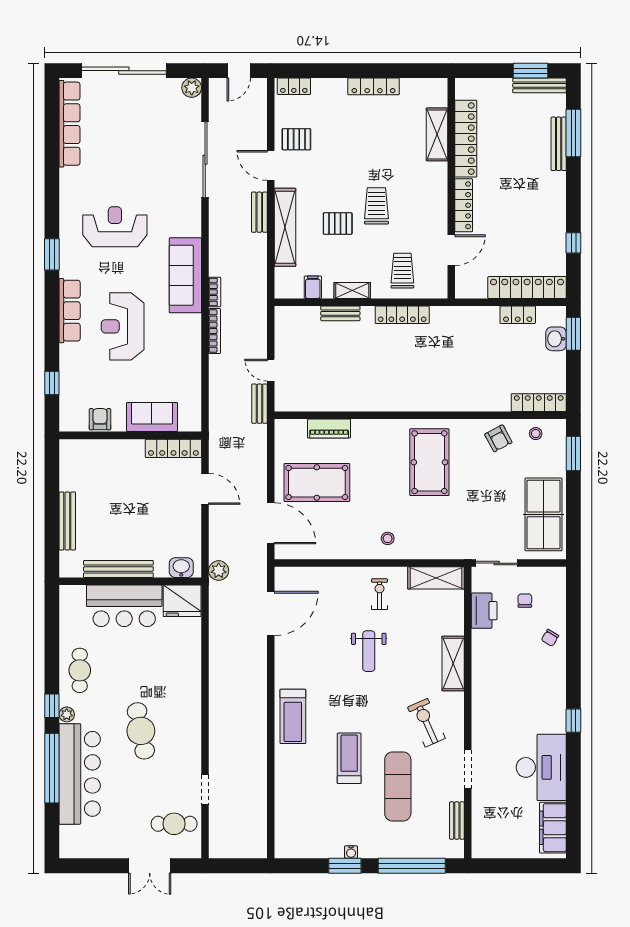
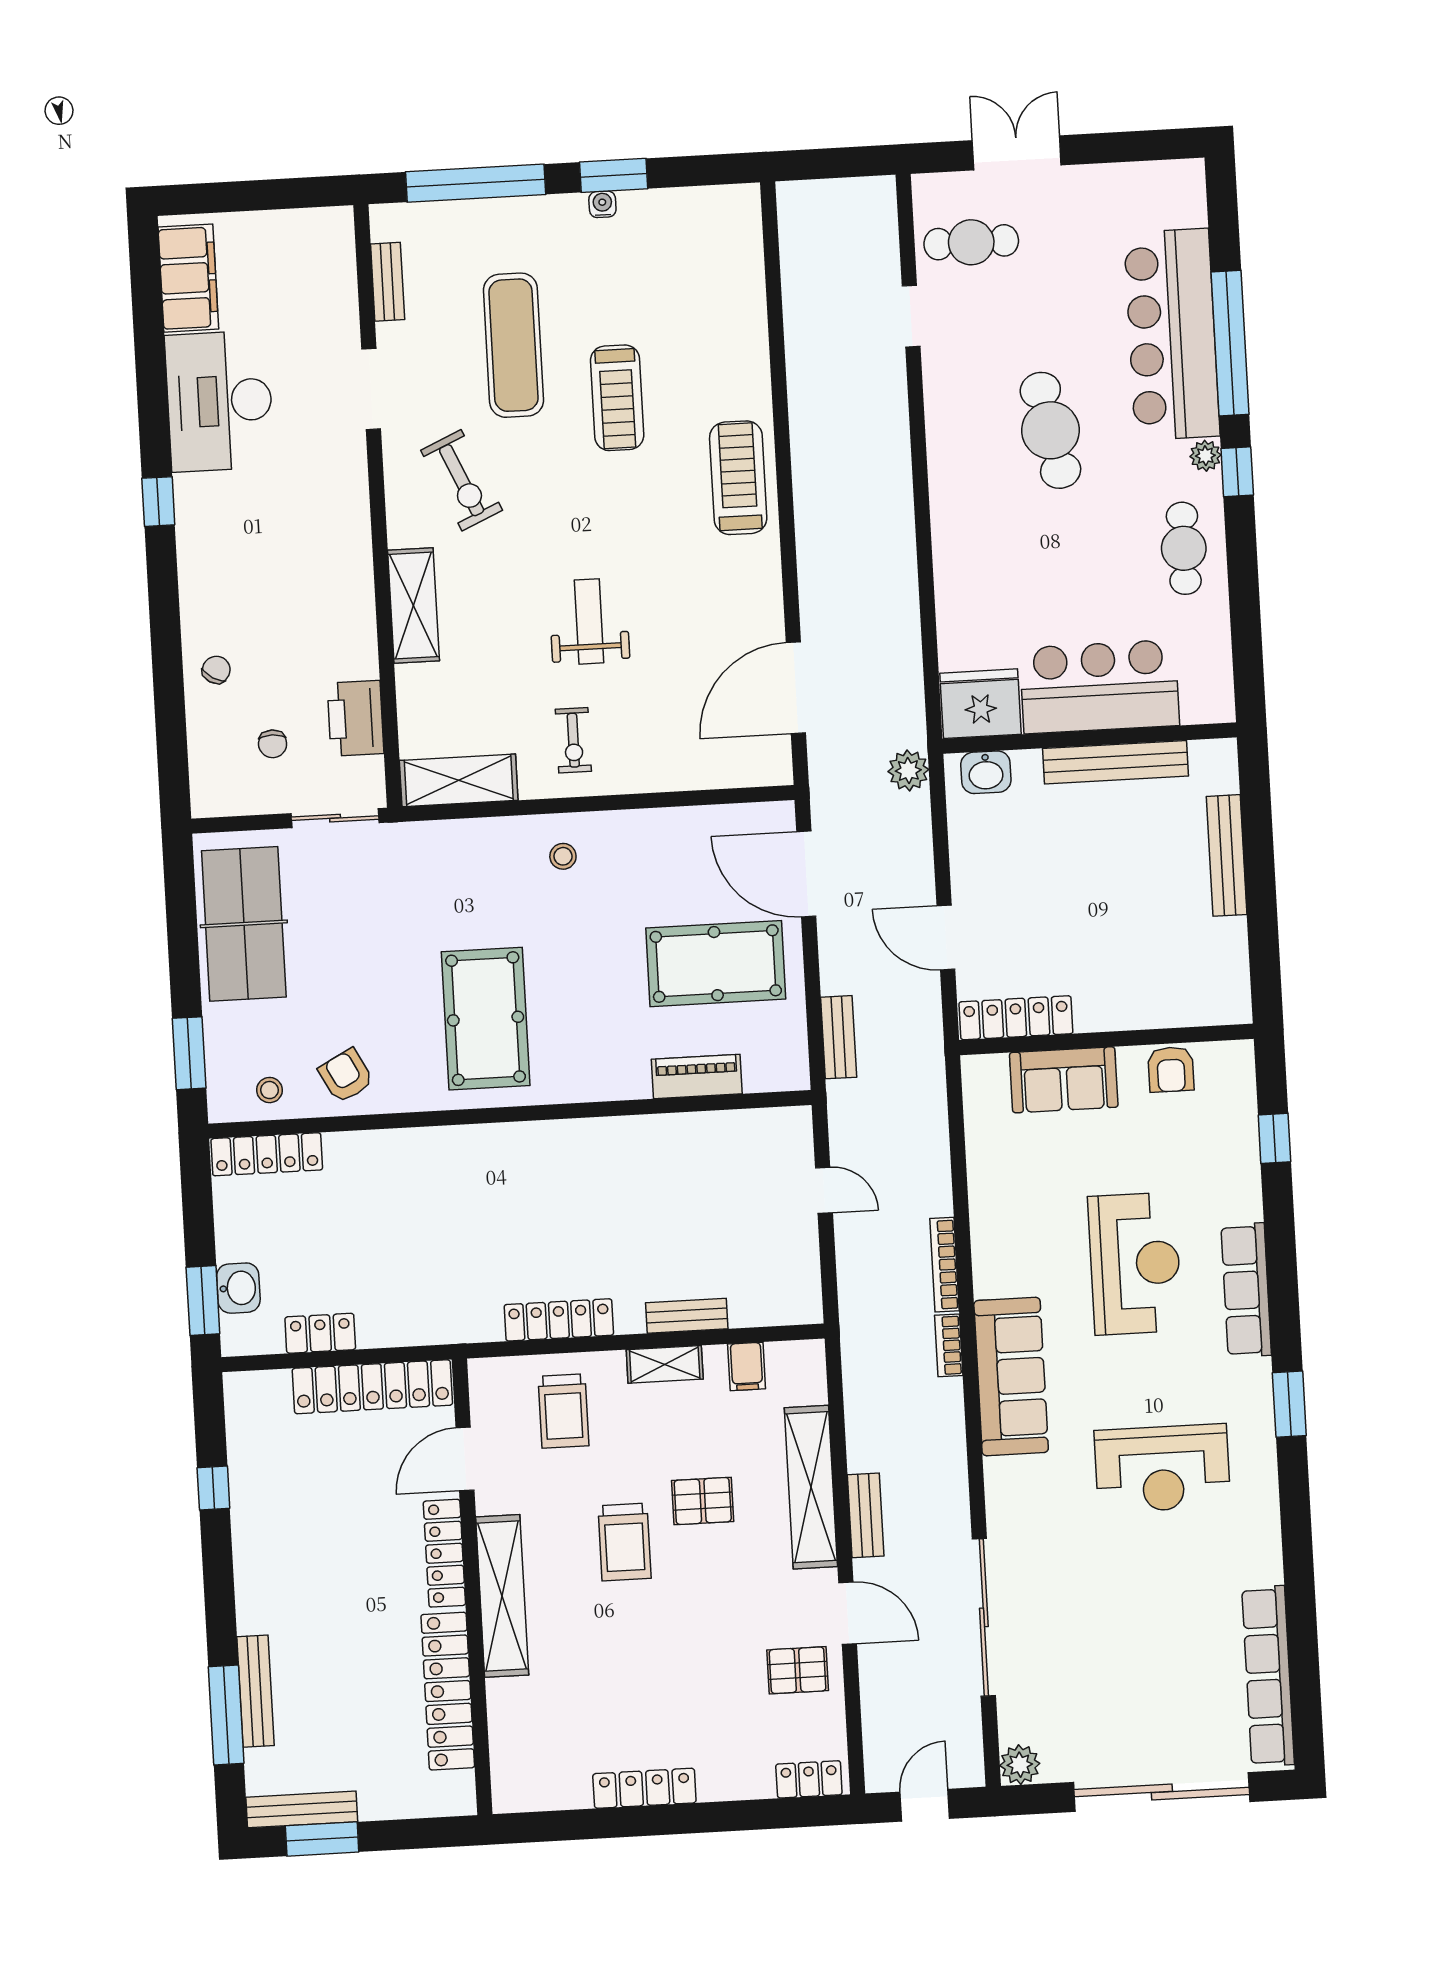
shelving: (437, 134) -> (502, 1596), moved, width x1.47
locker: (527, 288) -> (372, 1387), moved
bench: (259, 404) -> (839, 1037), moved

